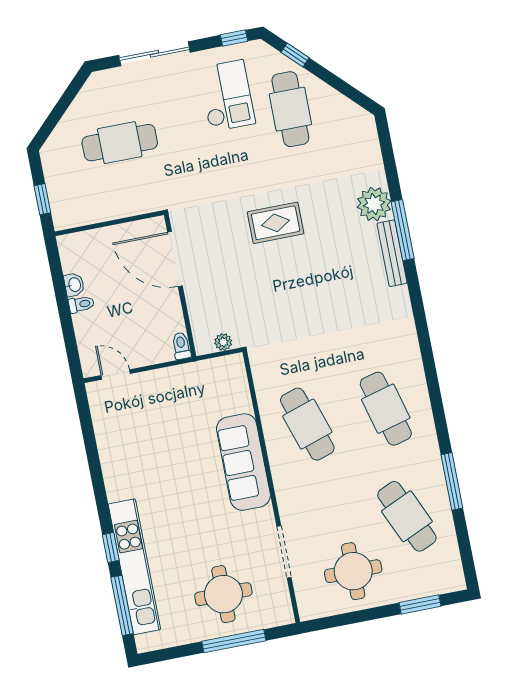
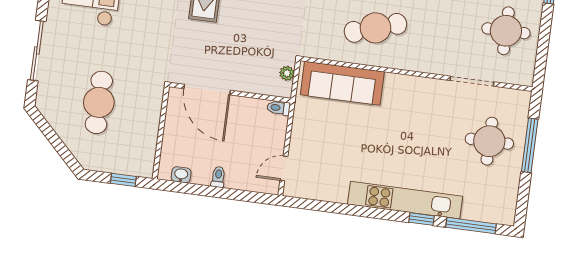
door: (175, 259) -> (207, 90), hinge flipped
washbasin: (74, 285) -> (181, 175), moved
sofa: (243, 462) -> (342, 83), moved
kitchen unit: (134, 567) -> (405, 200), moved

